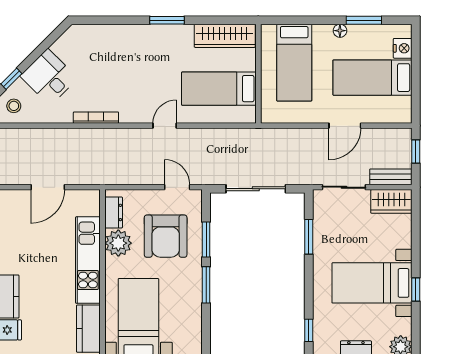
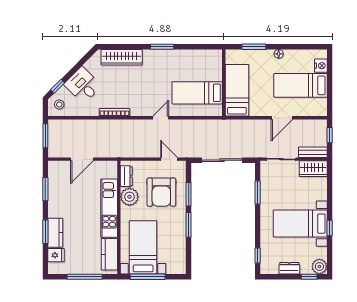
window: (364, 20) -> (254, 47), moved
wardrobe: (225, 36) -> (122, 57), moved
bed: (294, 63) -> (237, 90), moved, turned 180

